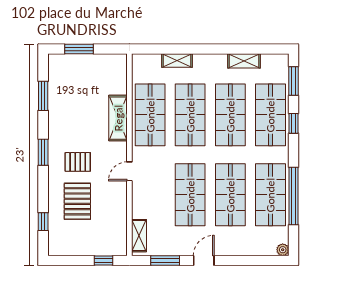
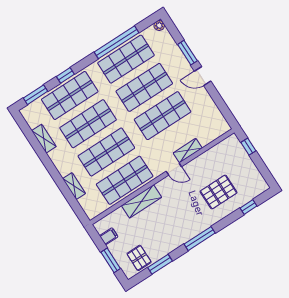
filing cabinet: (104, 63) -> (109, 236), added
window: (43, 152) -> (200, 239), width x1.44
pallet: (78, 162) -> (139, 258), moved
shelving: (139, 236) -> (188, 150), moved
window: (165, 261) -> (187, 53), moved

